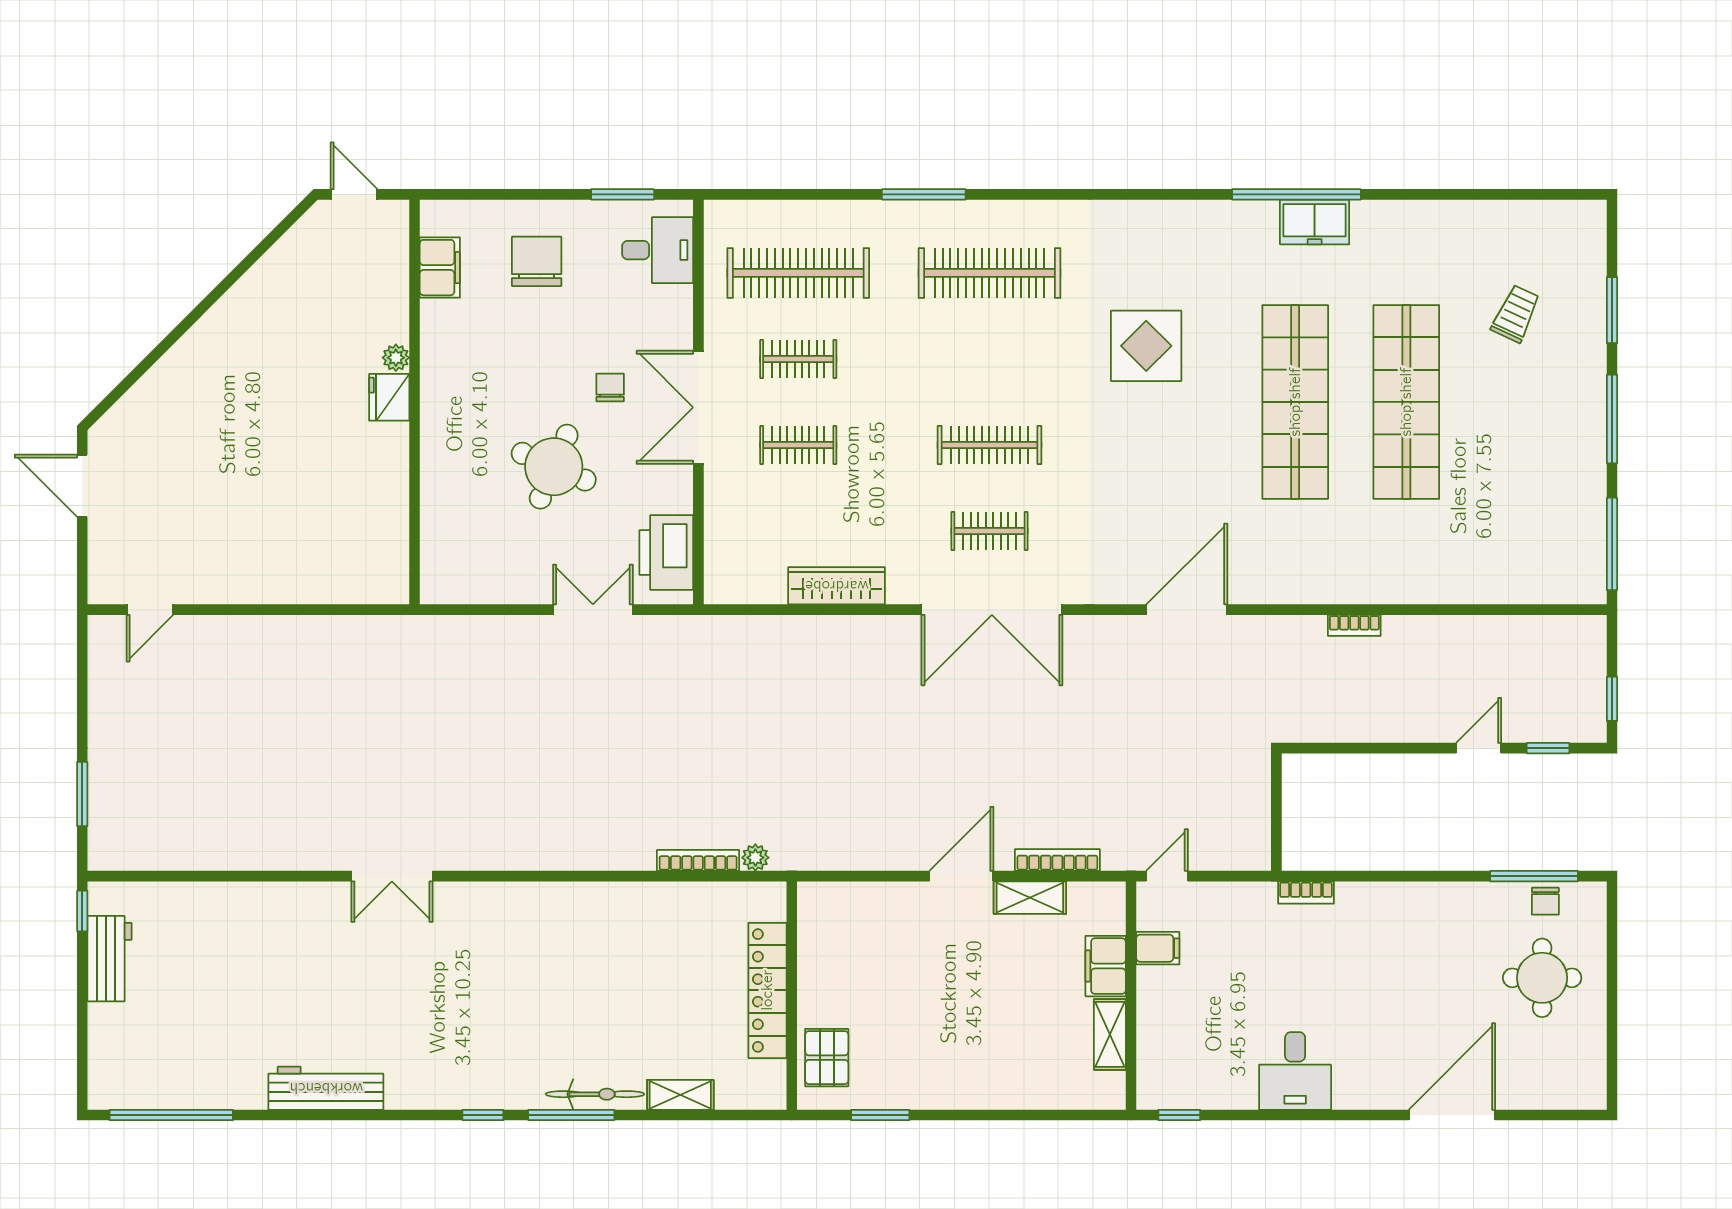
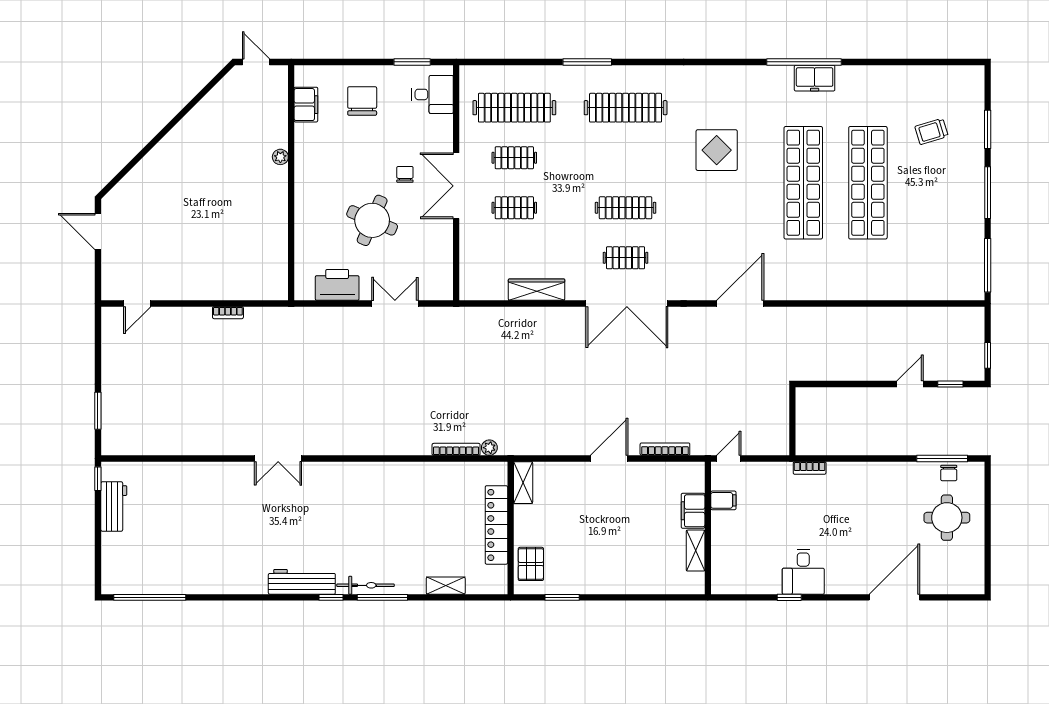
trolley: (1516, 314) -> (931, 131), turned -132
fridge: (389, 397) -> (276, 180), removed
printer: (666, 552) -> (337, 285), moved, turned 90
bookcase: (1354, 625) -> (228, 313), moved
shelving: (1030, 898) -> (523, 483), moved, turned 90
workbench: (326, 1088) -> (302, 582), moved
bicycle: (595, 1094) -> (365, 585), moved
window: (1179, 1115) -> (789, 597), moved

